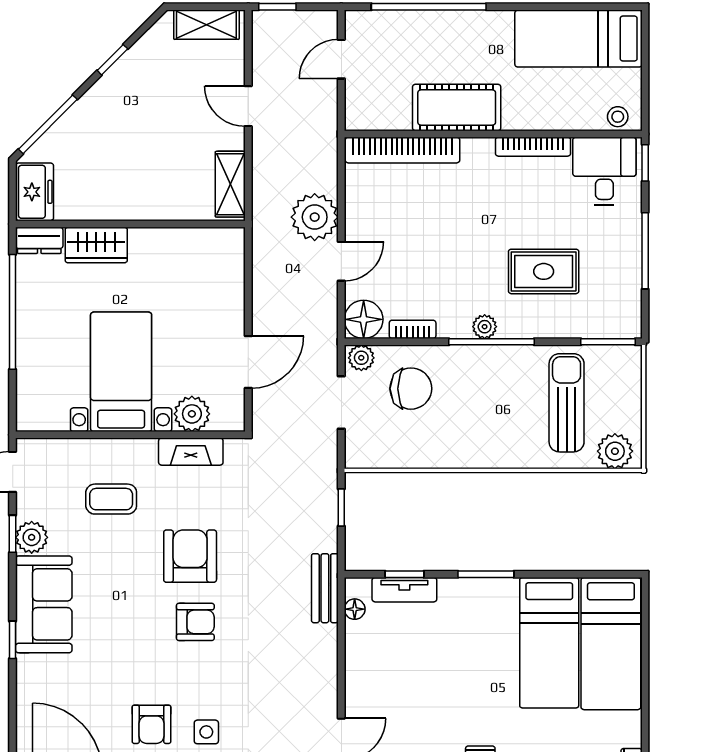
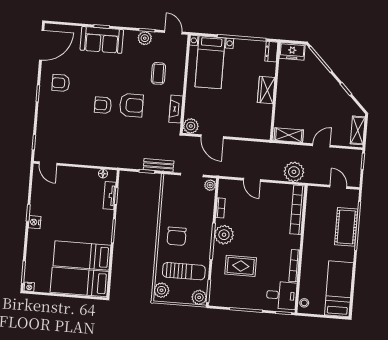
cot: (457, 107) -> (346, 227), moved
plant: (315, 217) -> (294, 172), moved
wardrobe: (96, 245) -> (266, 90), moved
rug: (544, 271) -> (241, 266), turned 90
floor lamp: (364, 319) -> (226, 187), removed
plant: (485, 327) -> (224, 235), width x1.87, depth x1.87
plant: (625, 362) -> (199, 297), added
bed with nightstands: (121, 372) -> (210, 62), moved, turned 90
chair: (411, 389) -> (177, 236), moved
plant: (192, 414) -> (191, 126), moved
bench: (325, 588) -> (159, 165), moved
sofa: (44, 604) -> (102, 40), moved
armchair: (195, 622) -> (103, 105), turned 90
side table: (206, 732) -> (56, 106), removed

